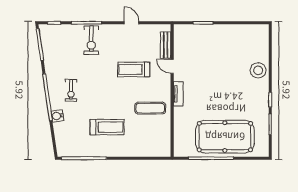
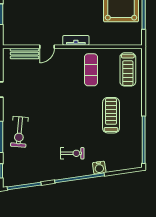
exercise bike: (91, 40) -> (19, 132), turned 95
treadmill: (134, 70) -> (128, 69), moved

